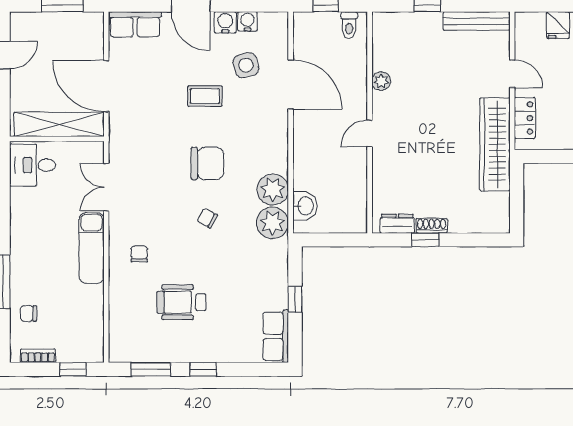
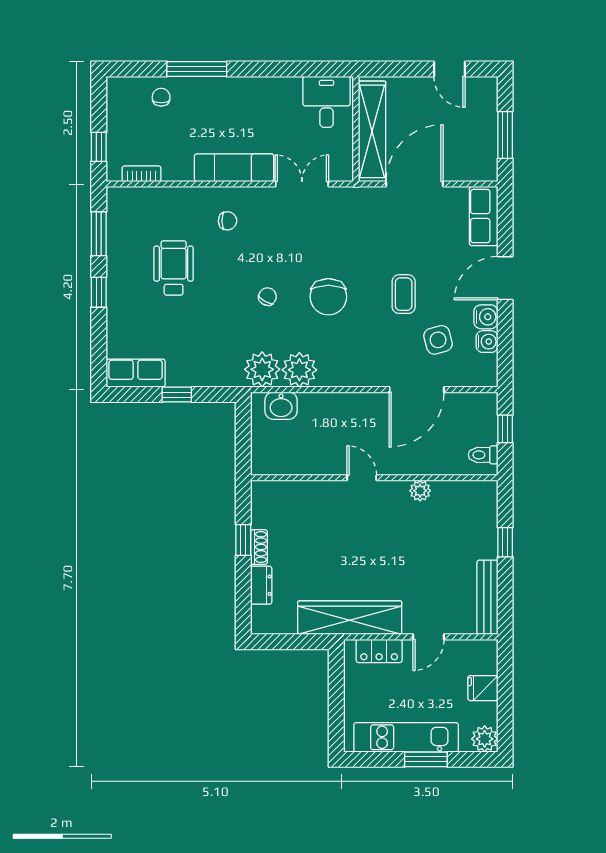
dresser: (397, 224) -> (261, 585), moved
bookcase: (38, 356) -> (142, 174), moved, turned -90

